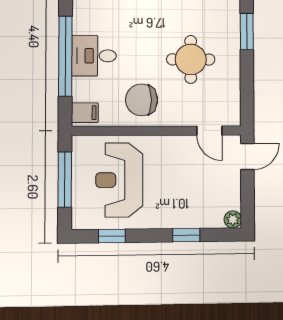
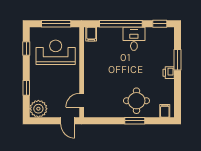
desk: (94, 56) -> (134, 39), moved
round table: (191, 59) -> (136, 101), moved
chair: (142, 100) -> (98, 64), removed
plant: (233, 219) -> (38, 109), width x1.88, depth x1.88

